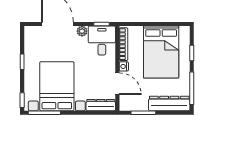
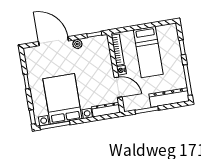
desk: (102, 41) -> (97, 50), removed
bed: (161, 52) -> (148, 52), width x0.67

